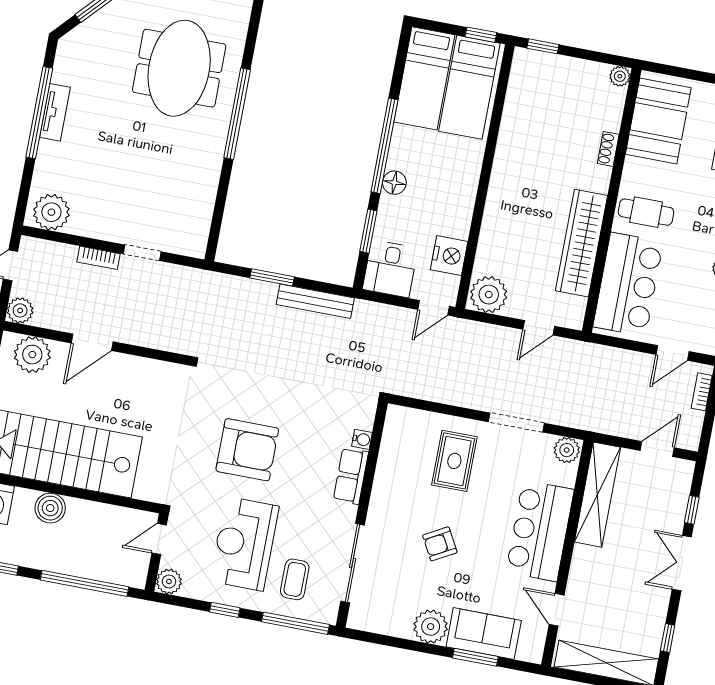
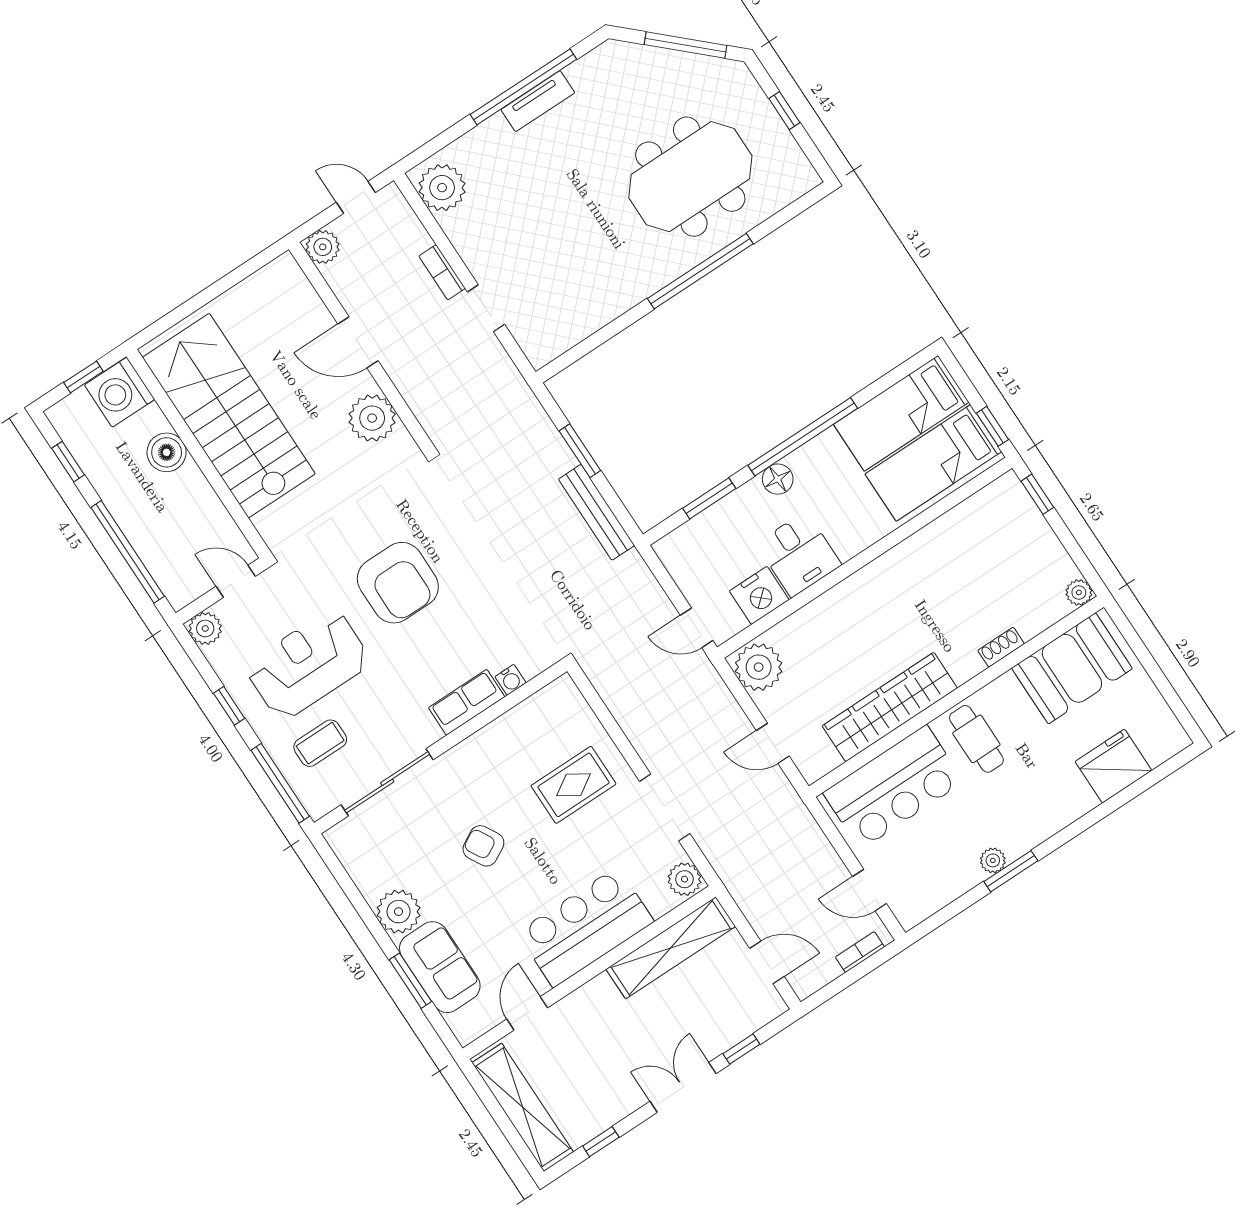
desk: (390, 269) -> (799, 554), moved, turned -90
plant: (32, 355) -> (372, 418), moved

